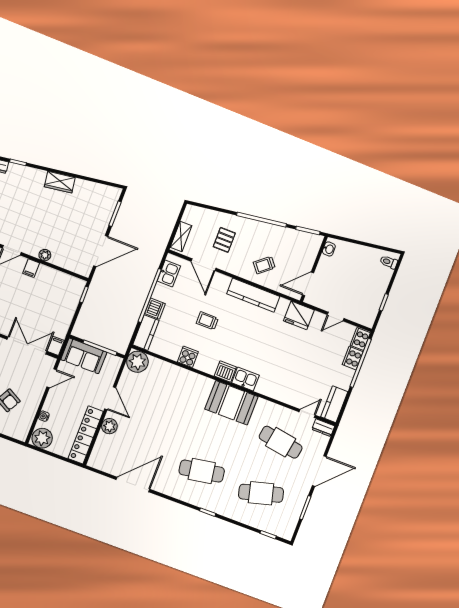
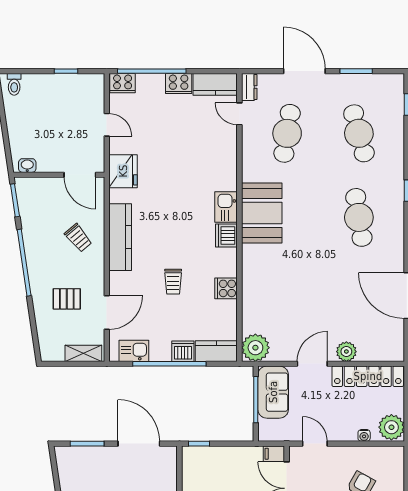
sofa: (84, 356) -> (273, 392), moved
cooker: (353, 358) -> (179, 83), moved

